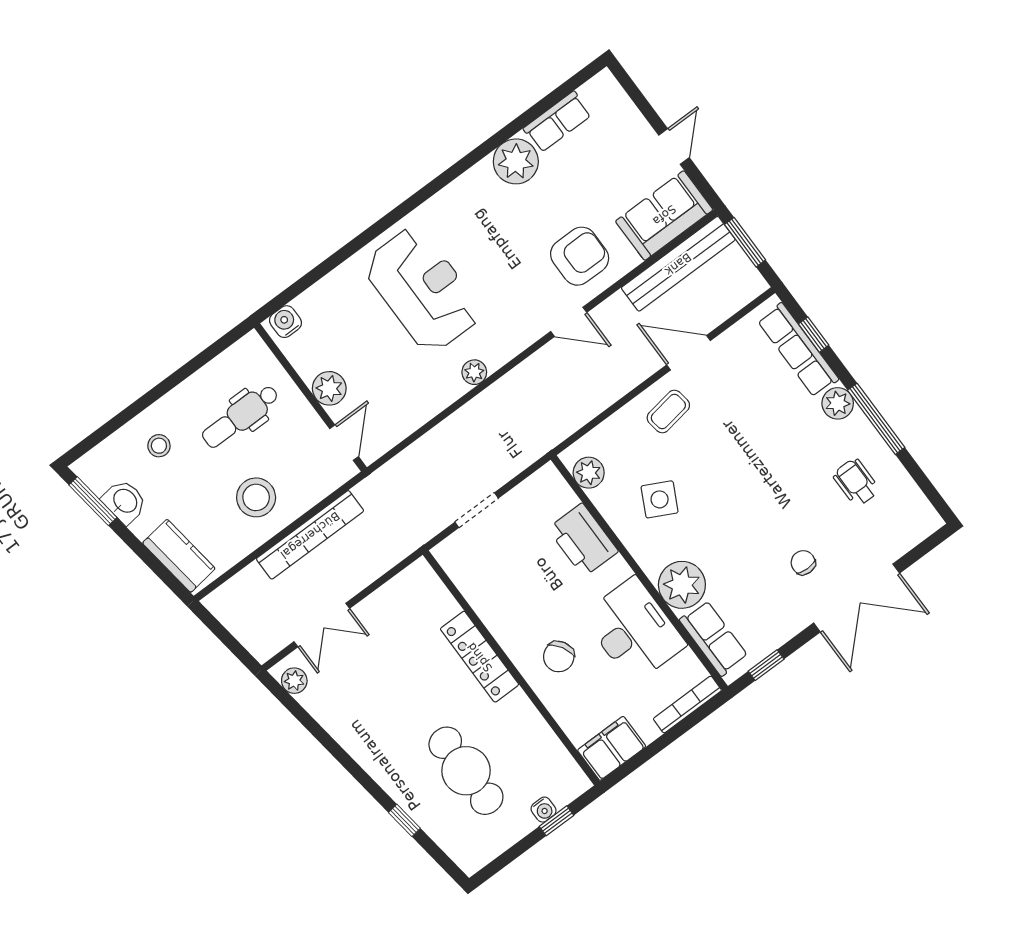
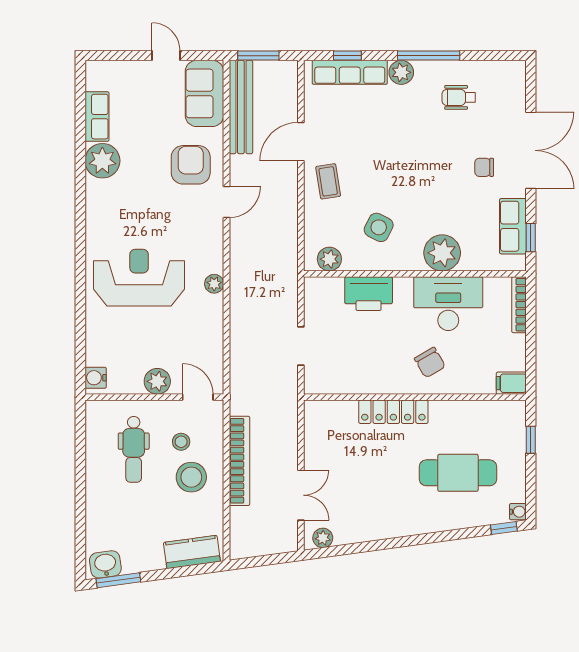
stool: (159, 446) -> (181, 442), moved
washbasin: (125, 501) -> (105, 564), moved
row of seats: (714, 638) -> (513, 226), moved, turned -90
filing cabinet: (612, 748) -> (511, 383), width x0.50
water cooler: (544, 810) -> (518, 512), moved
window: (404, 820) -> (504, 528), moved

